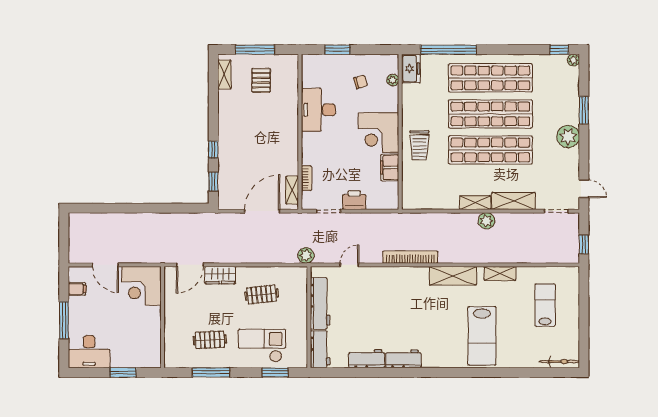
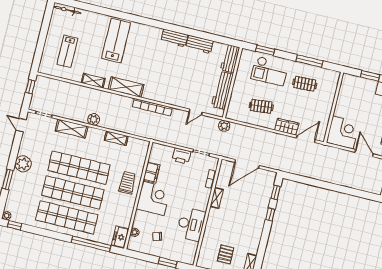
shelving: (292, 190) -> (217, 198), moved
shelving: (475, 203) -> (116, 138), moved

